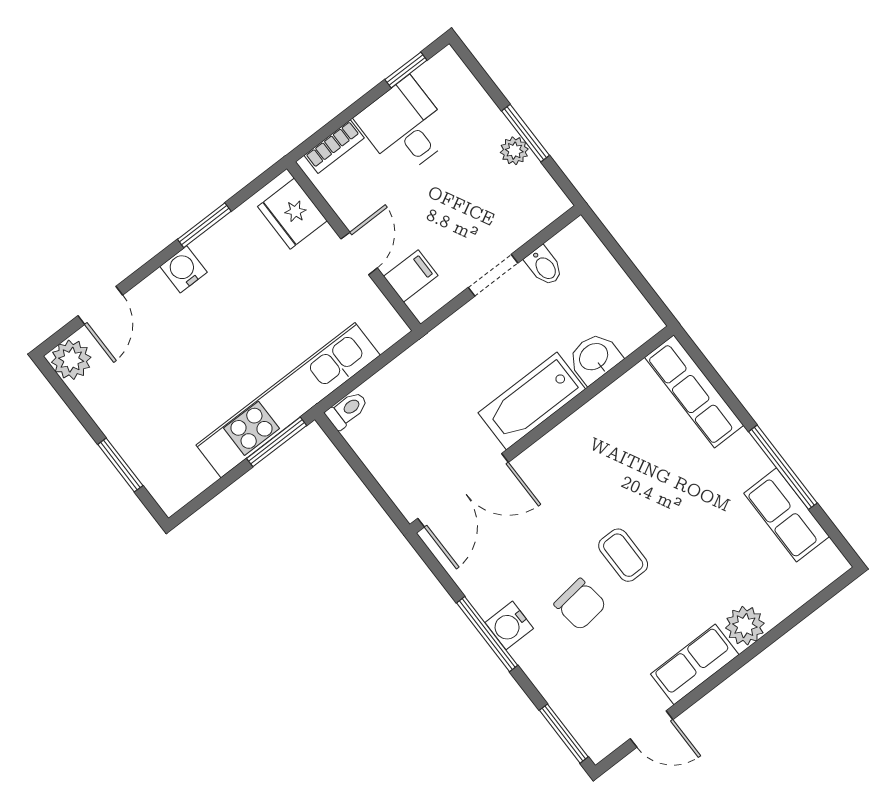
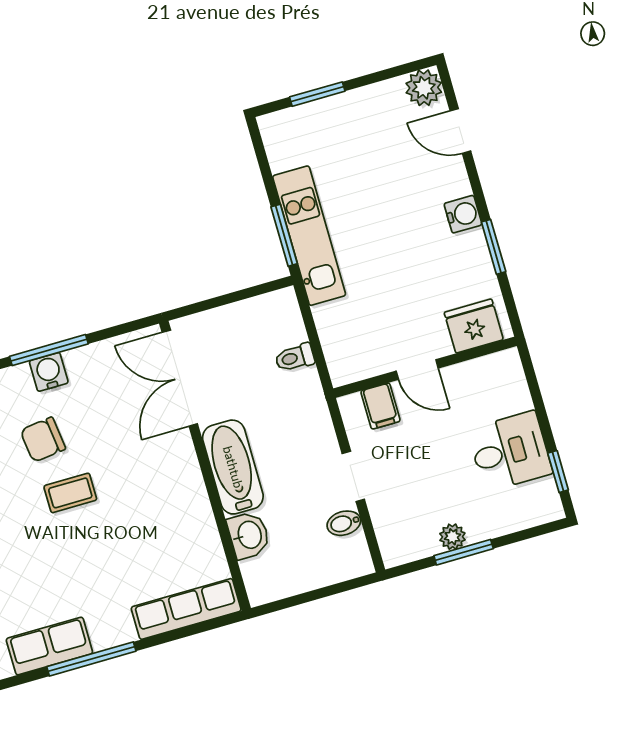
bookcase: (334, 147) -> (517, 384), removed
kitchen unit: (288, 400) -> (309, 236), width x0.73
toilet: (347, 410) -> (295, 358), moved, turned 90

